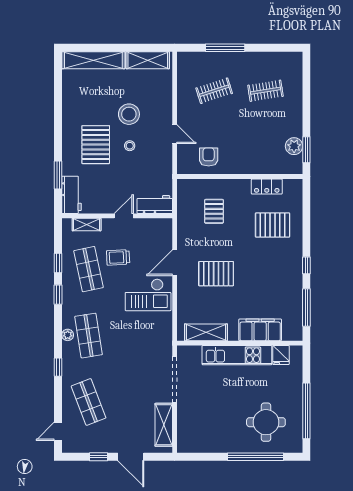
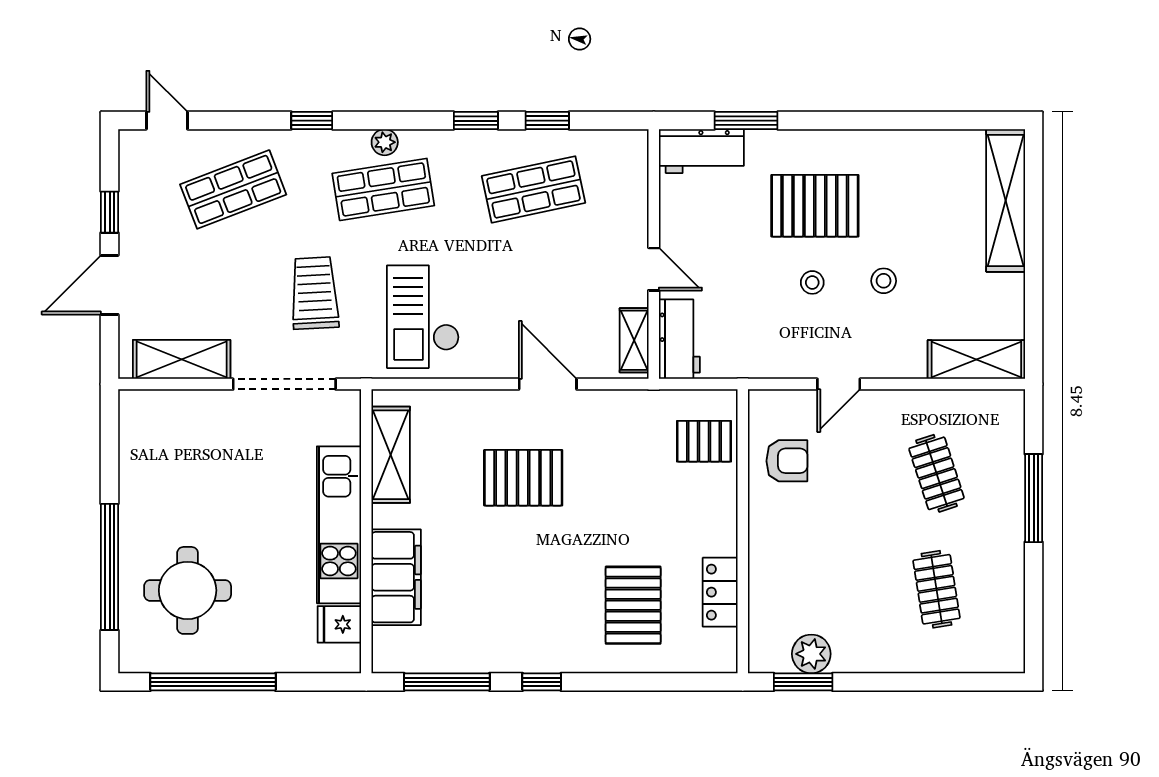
shelving: (148, 60) -> (976, 359), moved, turned 90
stool: (129, 114) -> (884, 281), width x0.53, depth x0.53
pallet: (214, 211) -> (704, 441), moved
shelving: (87, 225) -> (634, 340), moved
trolley: (118, 257) -> (315, 293), moved, width x1.36, depth x1.39
pallet: (216, 274) -> (523, 478), turned 90
checkout: (148, 295) -> (423, 317), moved

